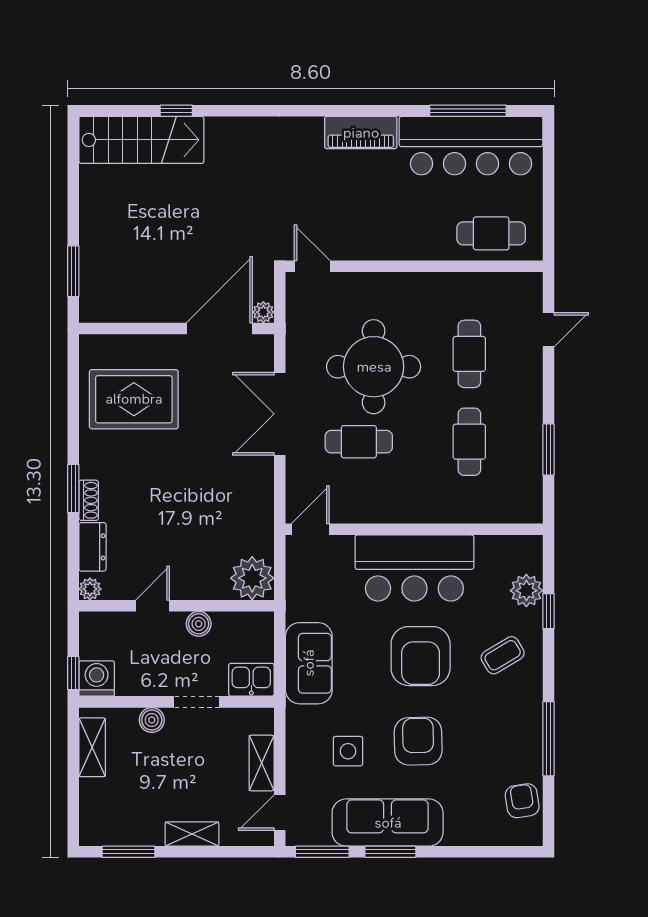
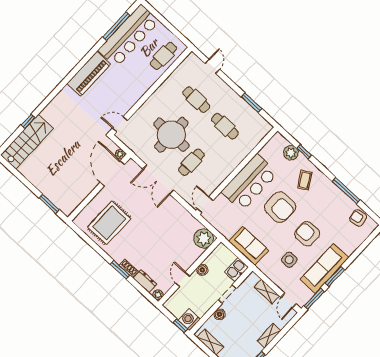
piano: (361, 133) -> (89, 74), width x1.37, depth x1.33

